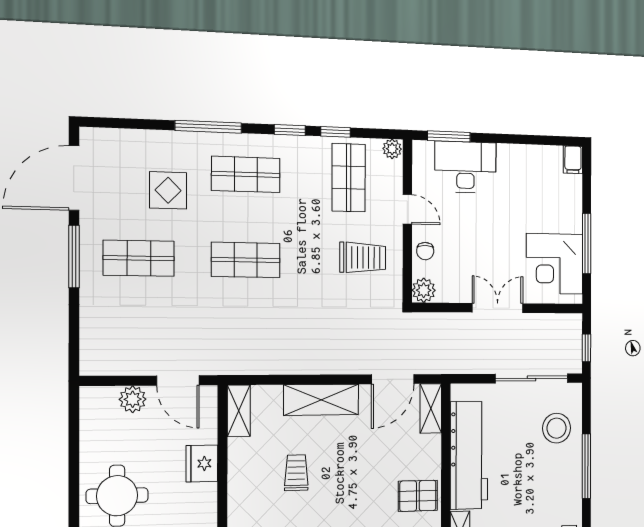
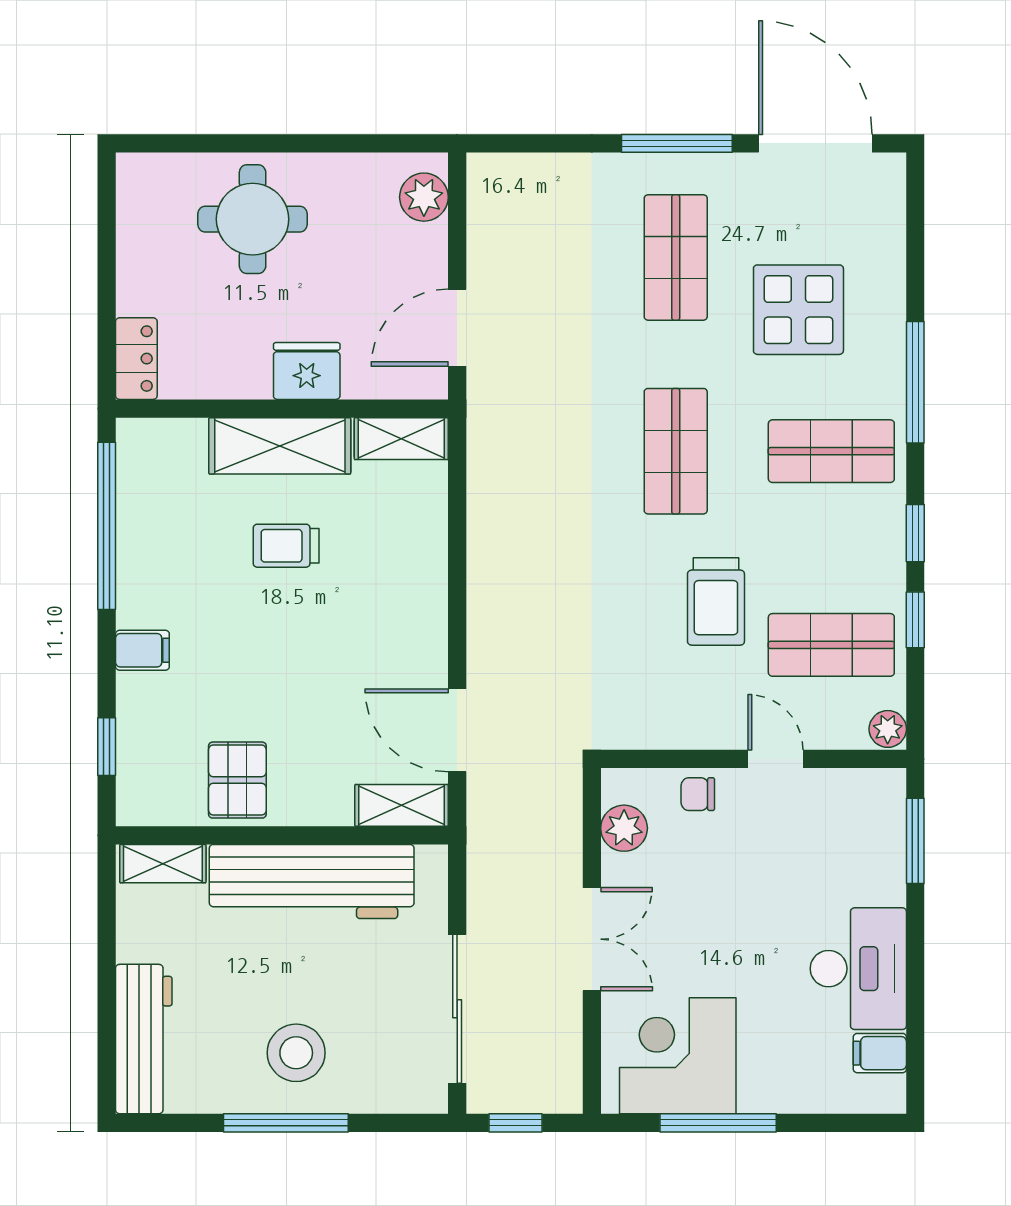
filing cabinet: (573, 160) -> (880, 1053), moved
desk: (465, 167) -> (858, 969), moved
shop shelf: (246, 174) -> (831, 451), turned 90
display table: (168, 190) -> (798, 310), width x1.36, depth x1.36
door: (407, 209) -> (775, 759), swing flipped
trolley: (363, 258) -> (716, 601), moved
plant: (424, 290) -> (624, 828), moved
plant: (133, 399) -> (424, 197), moved
shelving: (321, 400) -> (280, 446), moved, turned 90
stool: (557, 428) -> (296, 1053), moved
trolley: (296, 473) -> (286, 546), turned 180

